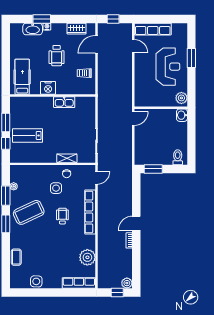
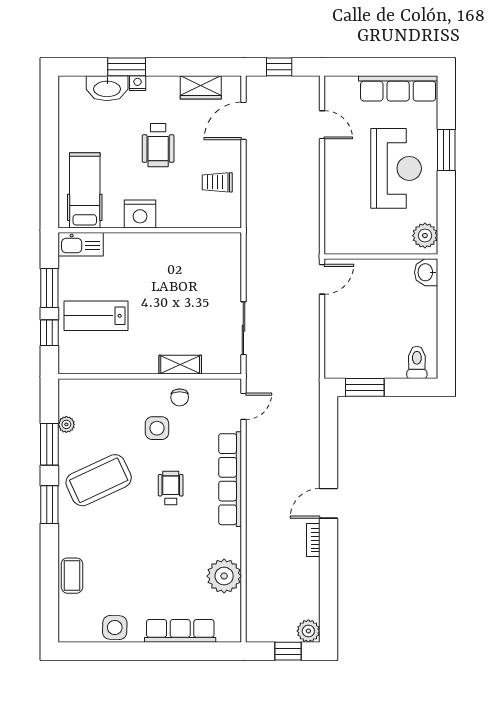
row of seats: (153, 29) -> (398, 88), moved
kitchen sink: (64, 102) -> (81, 244), moved
row of seats: (79, 283) -> (180, 631), moved

